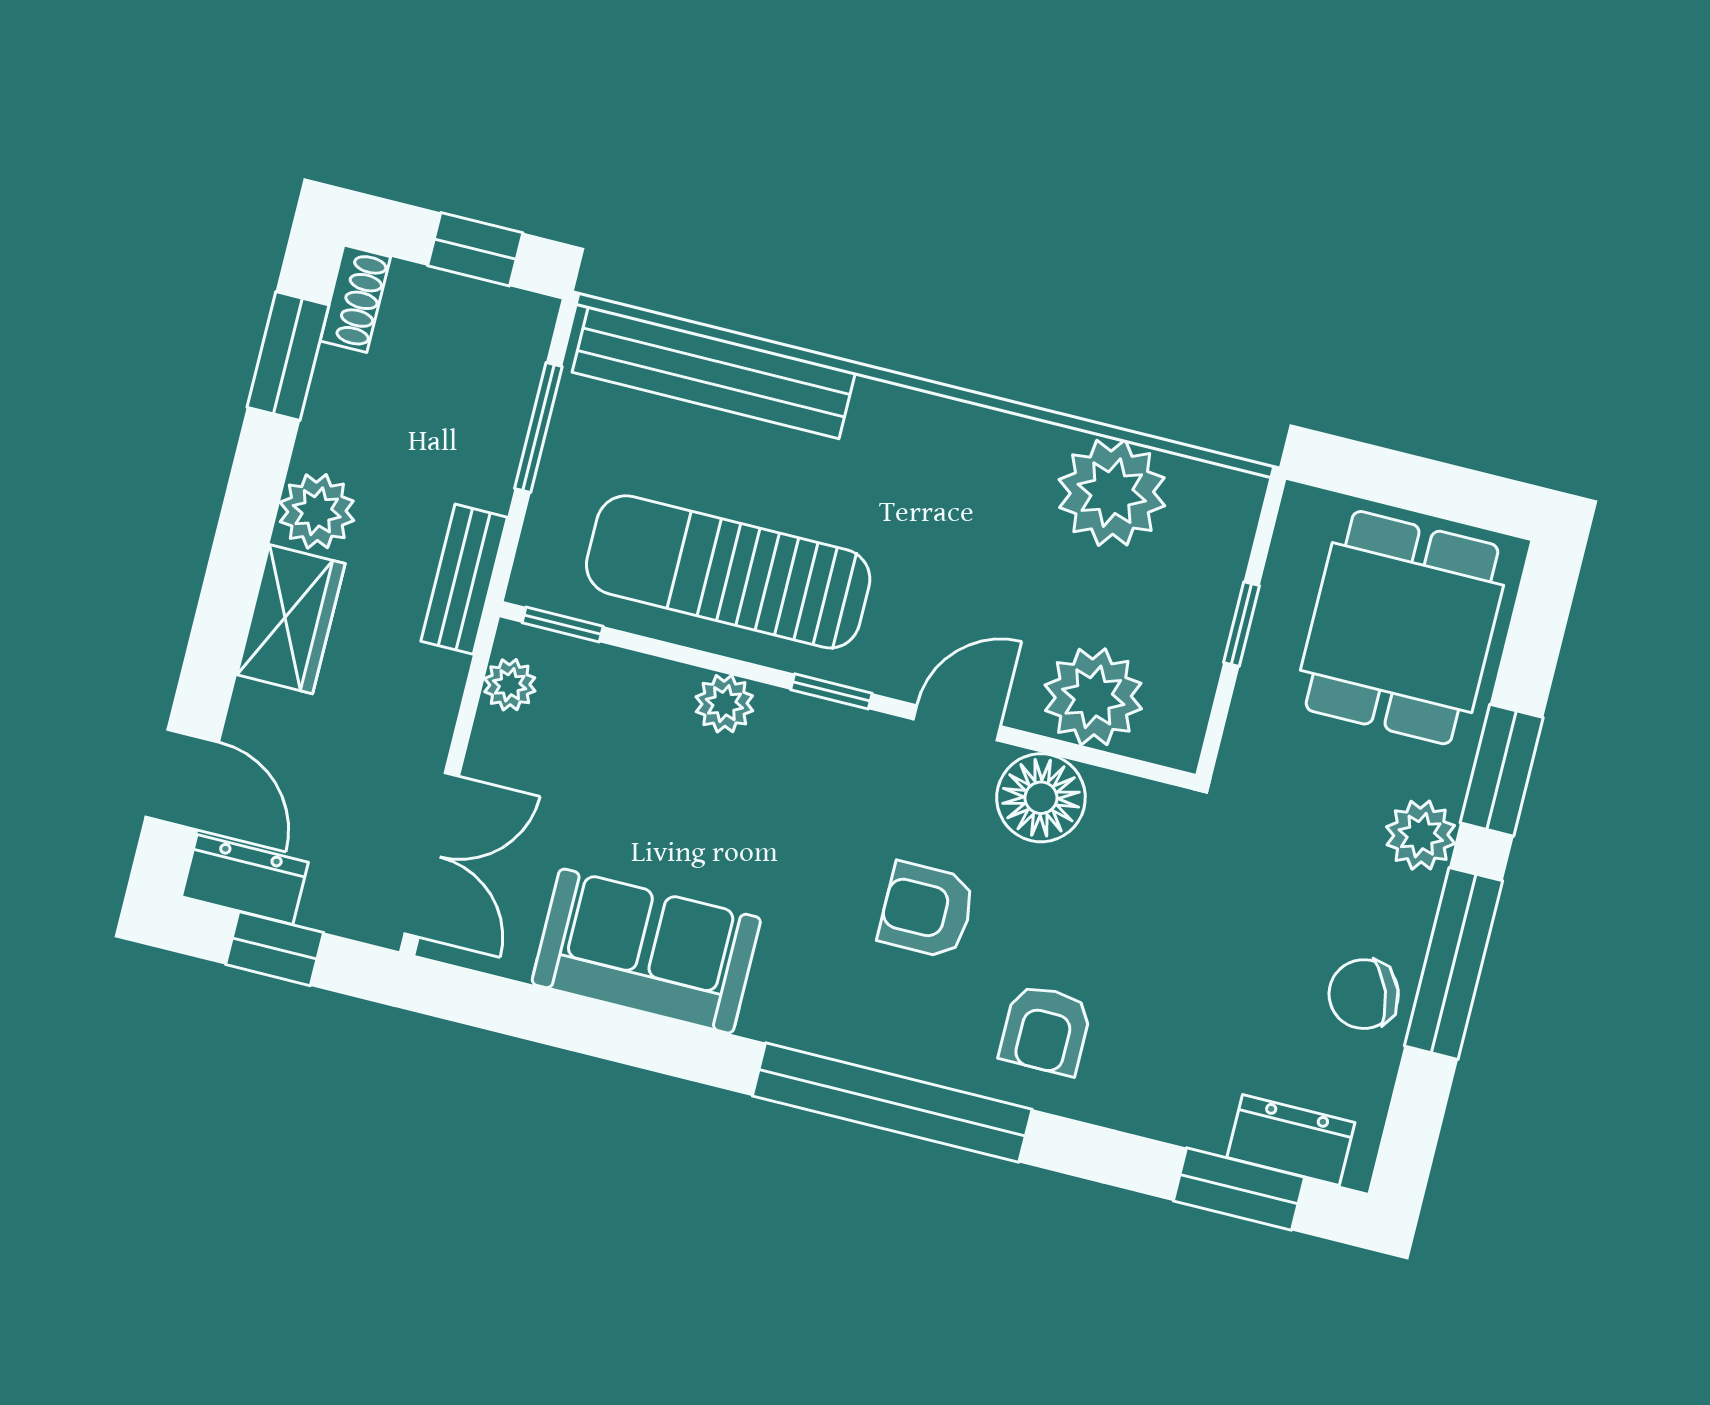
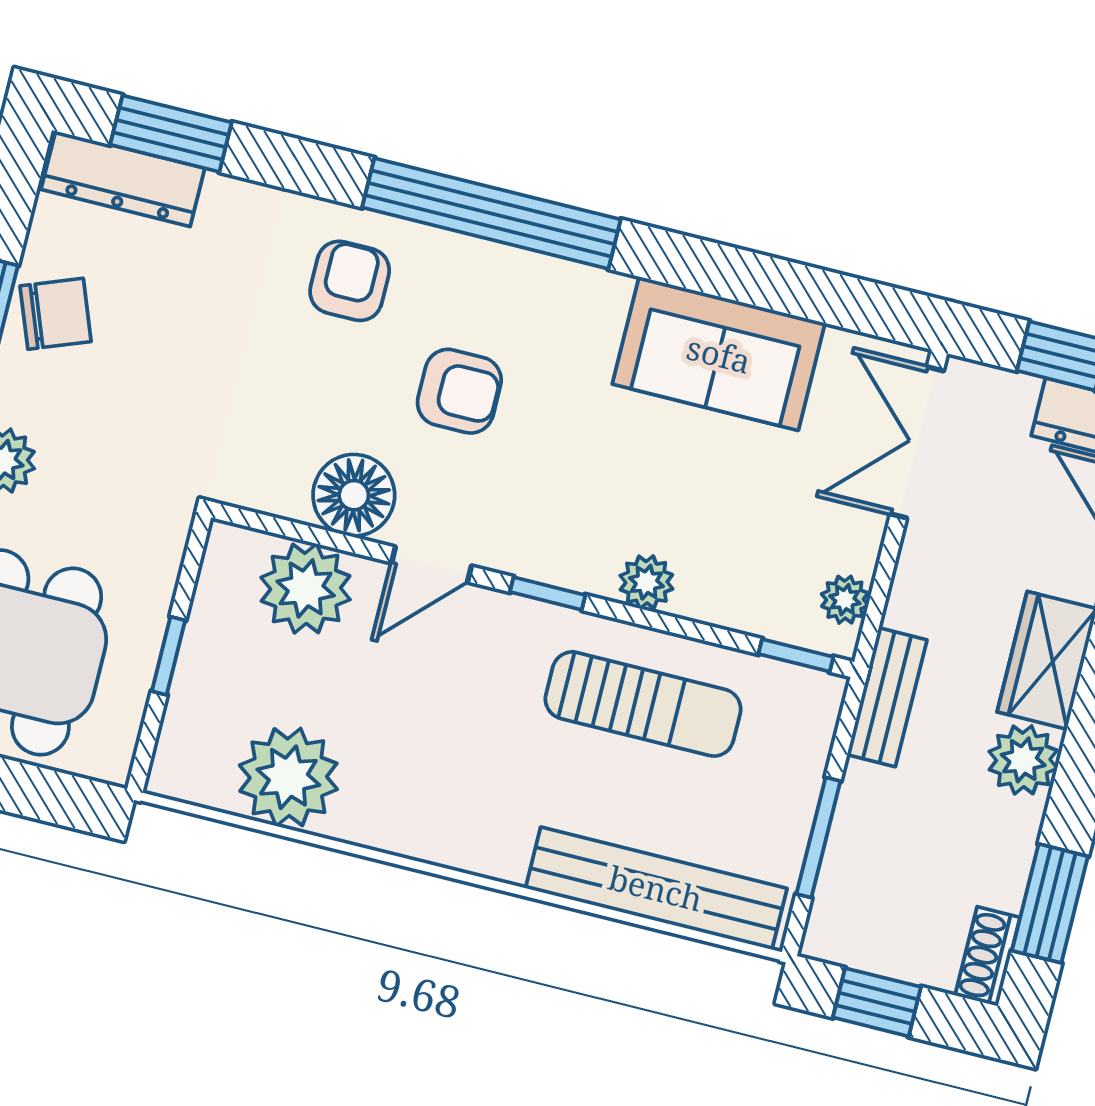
sun lounger: (728, 572) -> (643, 704), width x0.73, depth x0.75
dresser: (1291, 1140) -> (123, 179), width x1.44

